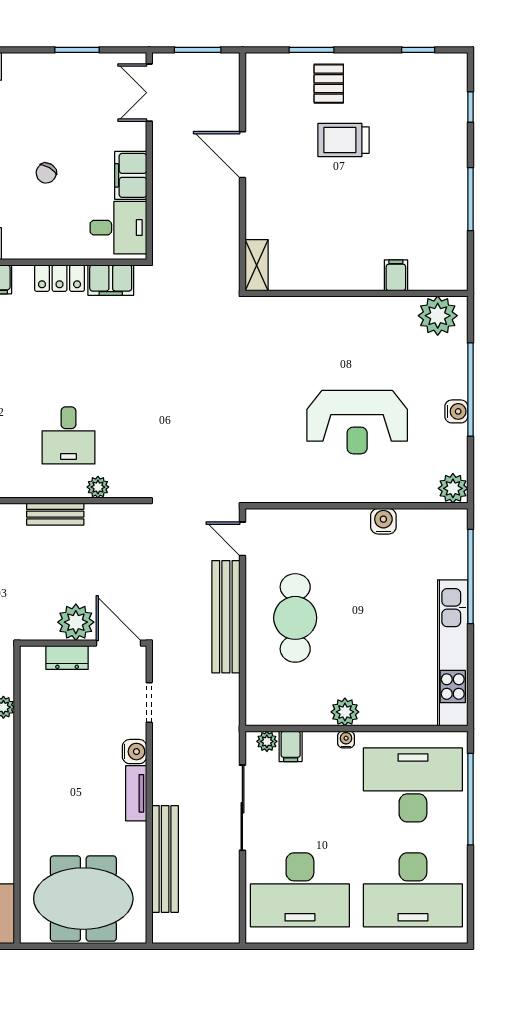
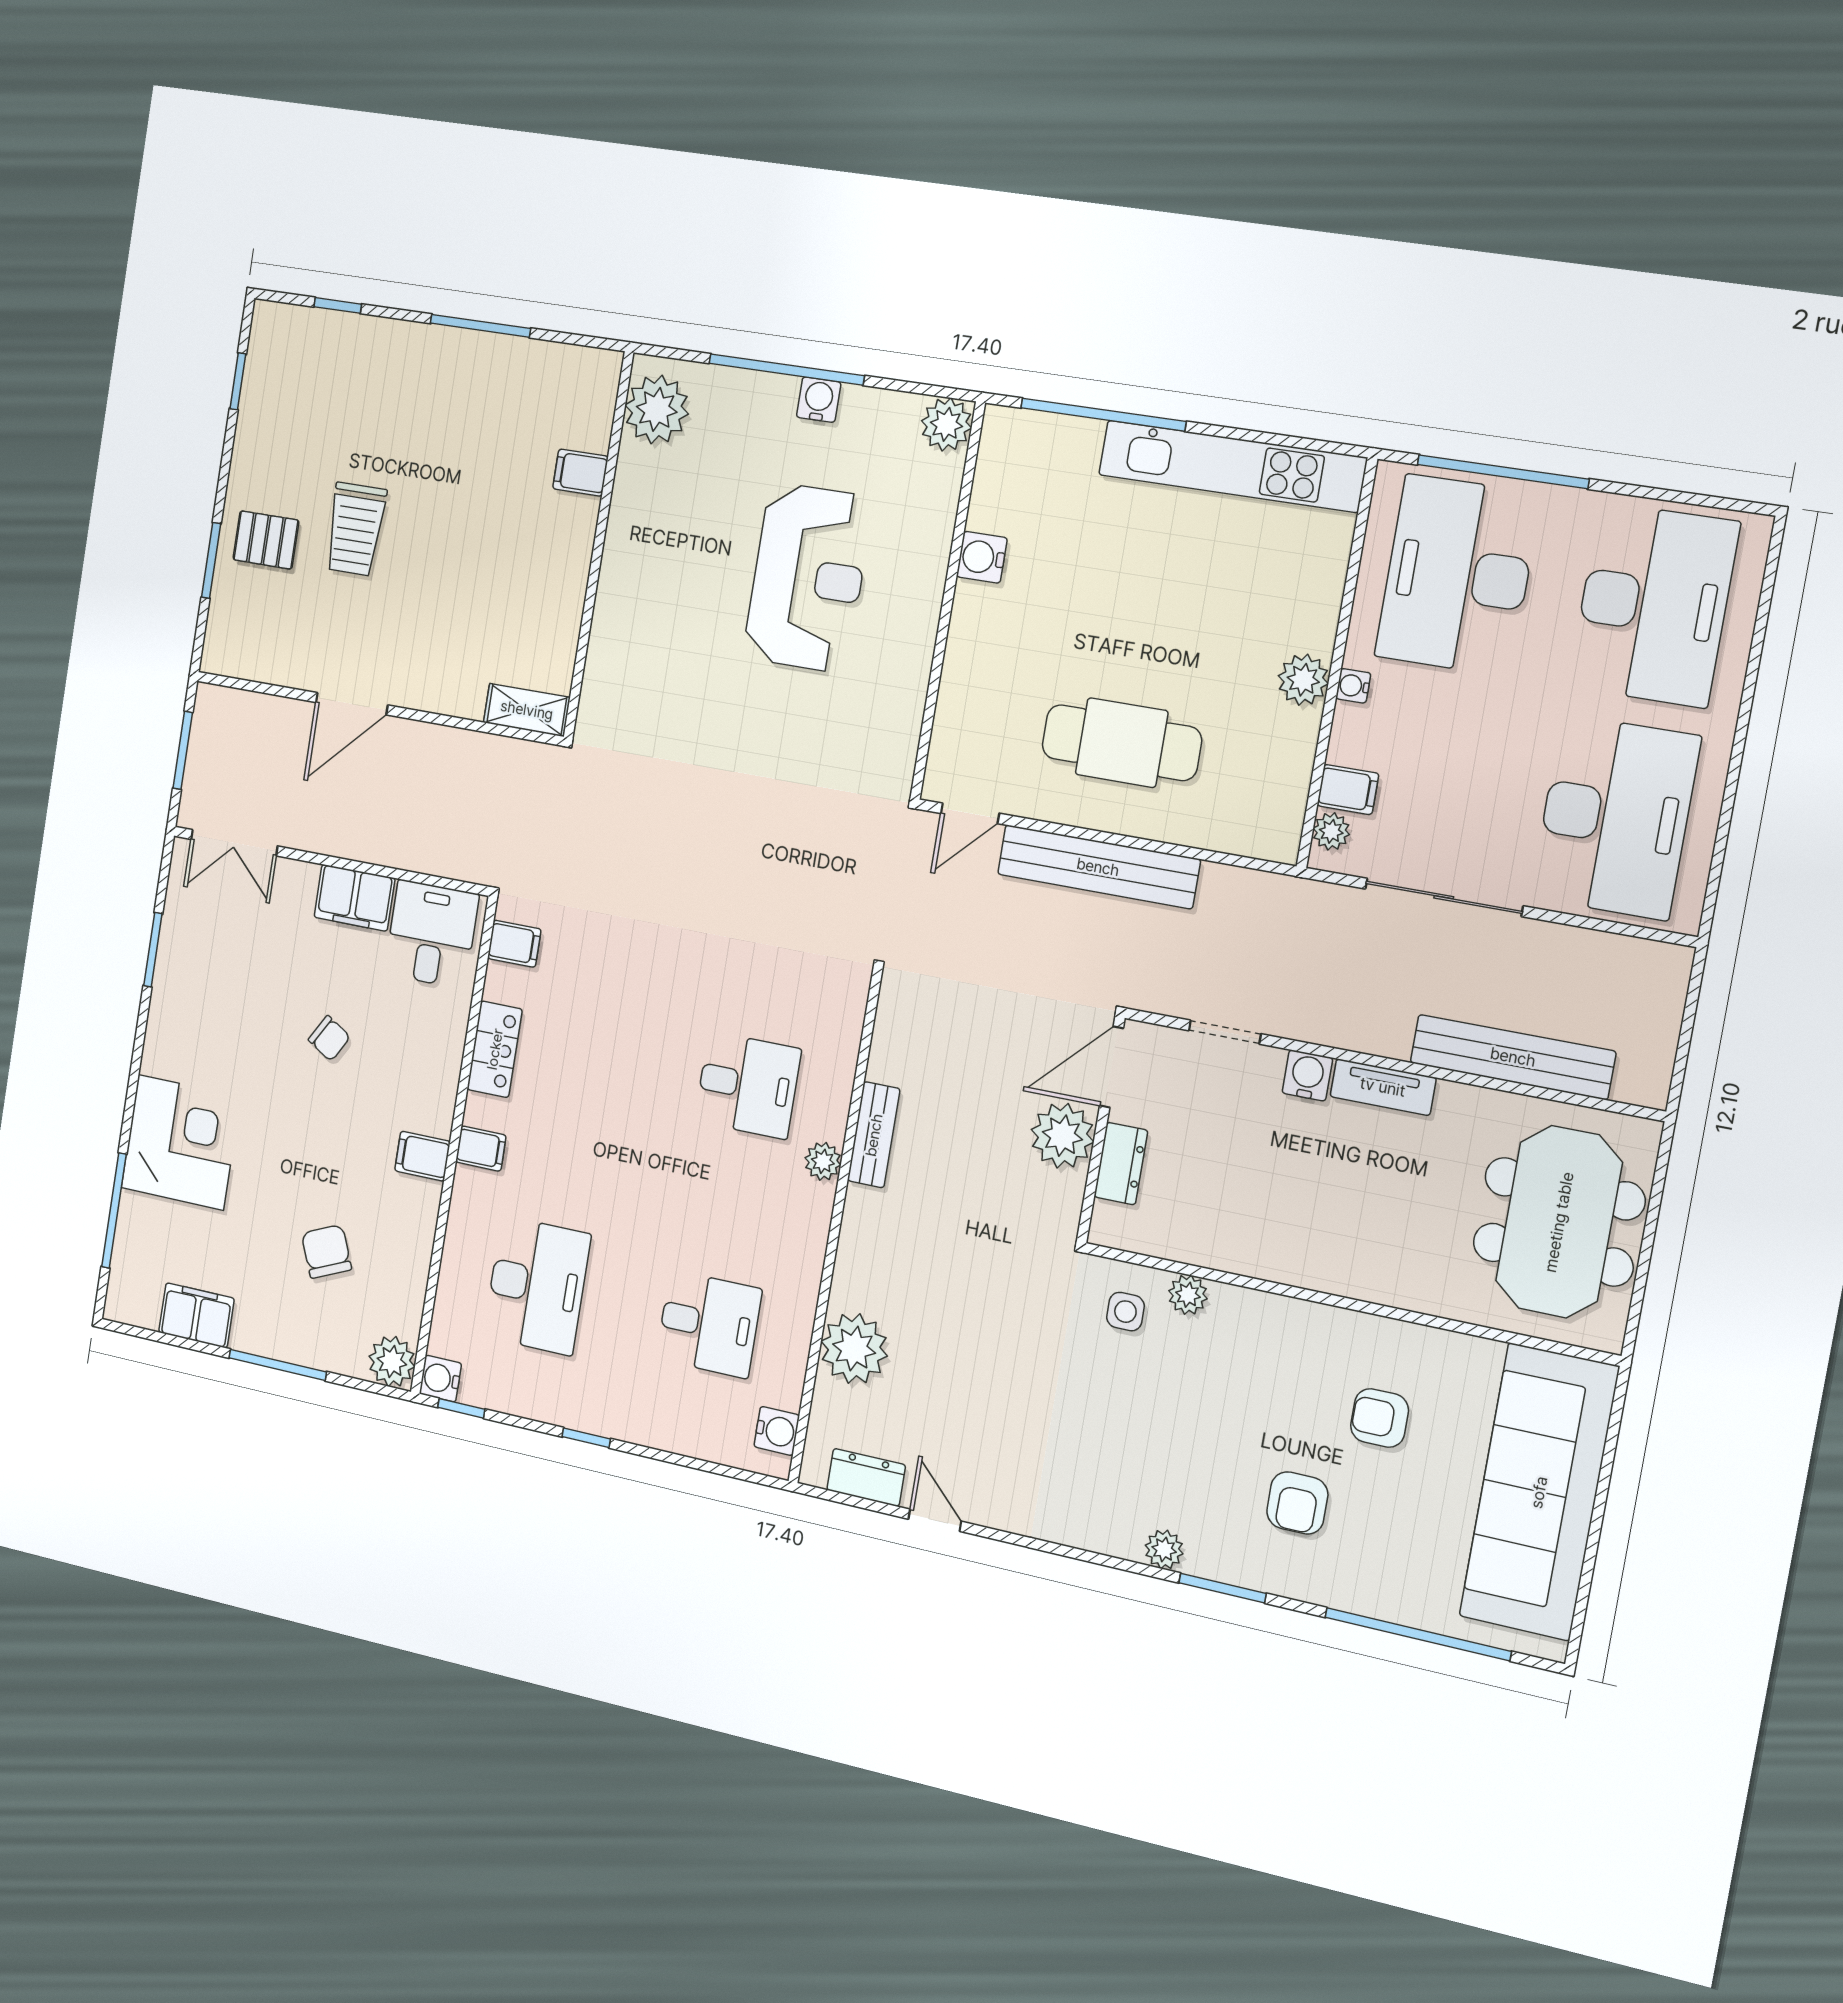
filing cabinet: (111, 280) -> (514, 944), width x0.50
plant: (98, 487) -> (823, 1161), moved

